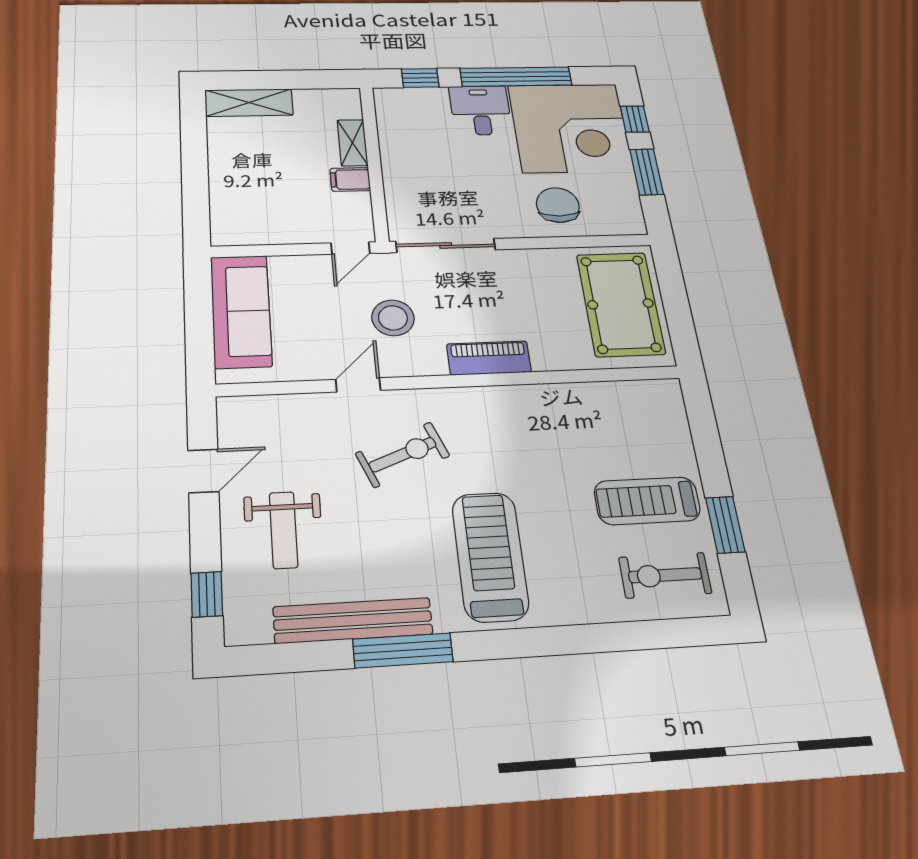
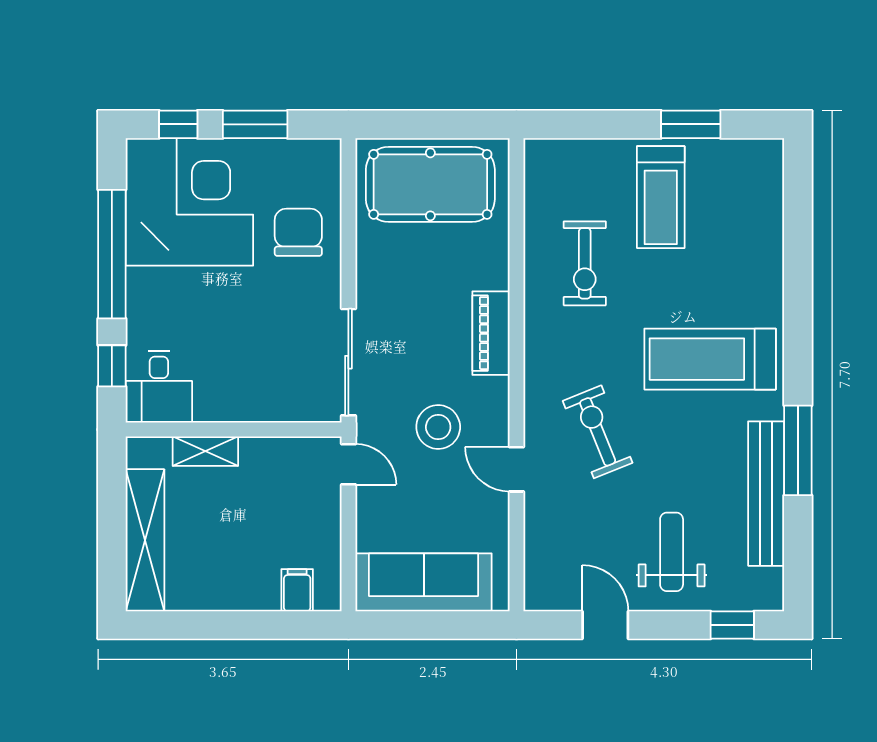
shelving: (249, 103) -> (145, 540), width x1.47
desk: (481, 110) -> (159, 387), moved, turned -90
filing cabinet: (350, 179) -> (297, 590), moved, turned 180
chair: (558, 205) -> (298, 232), turned 90
weight bench: (284, 530) -> (672, 552), turned -90
exercise bike: (665, 575) -> (585, 263), moved

